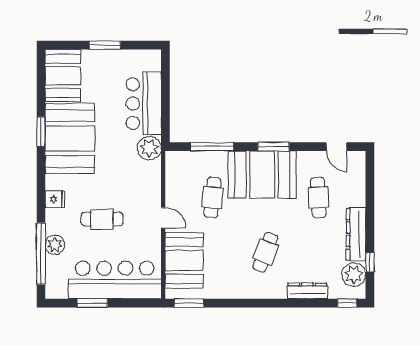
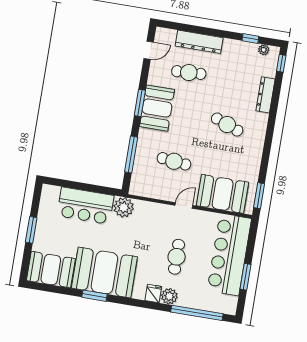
booth: (262, 175) -> (157, 108), width x0.73, depth x0.70
dresser: (356, 234) -> (199, 42), moved
plant: (55, 245) -> (169, 296), moved
plant: (354, 275) -> (264, 50), width x0.53, depth x0.53

